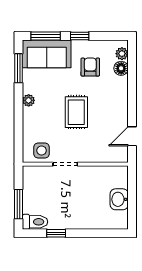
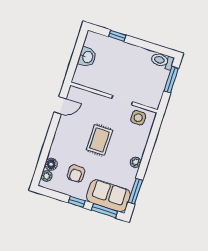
window: (56, 233) -> (117, 36), moved

